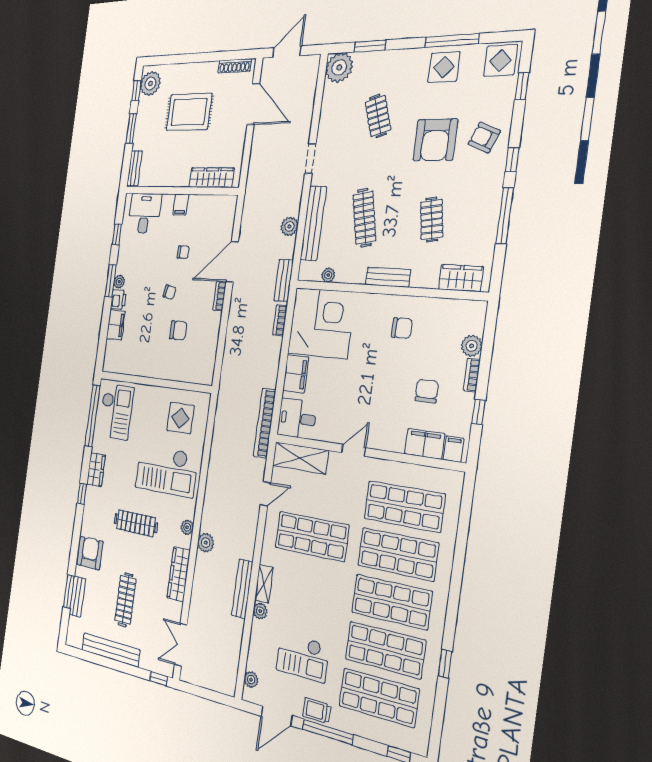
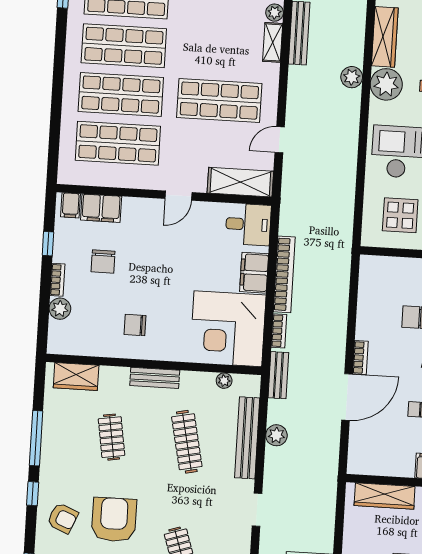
bookcase: (265, 423) -> (284, 274), moved
plant: (187, 527) -> (386, 84), width x1.88, depth x1.88

